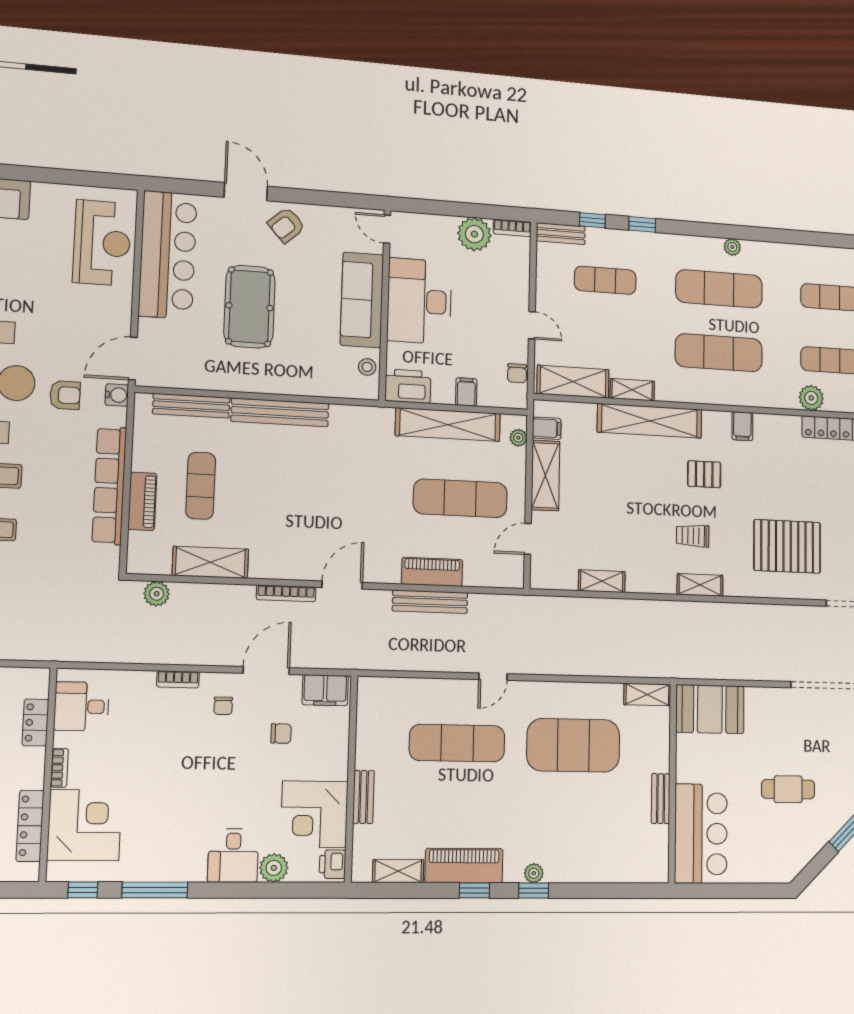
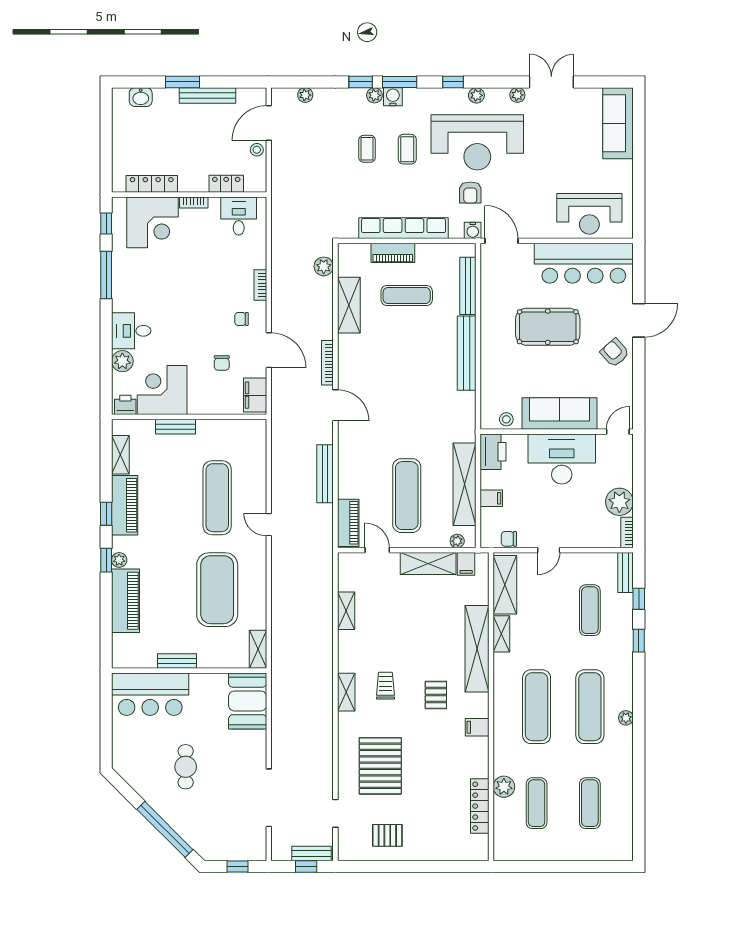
piano: (432, 572) -> (348, 523), moved
piano: (585, 865) -> (125, 601), added

